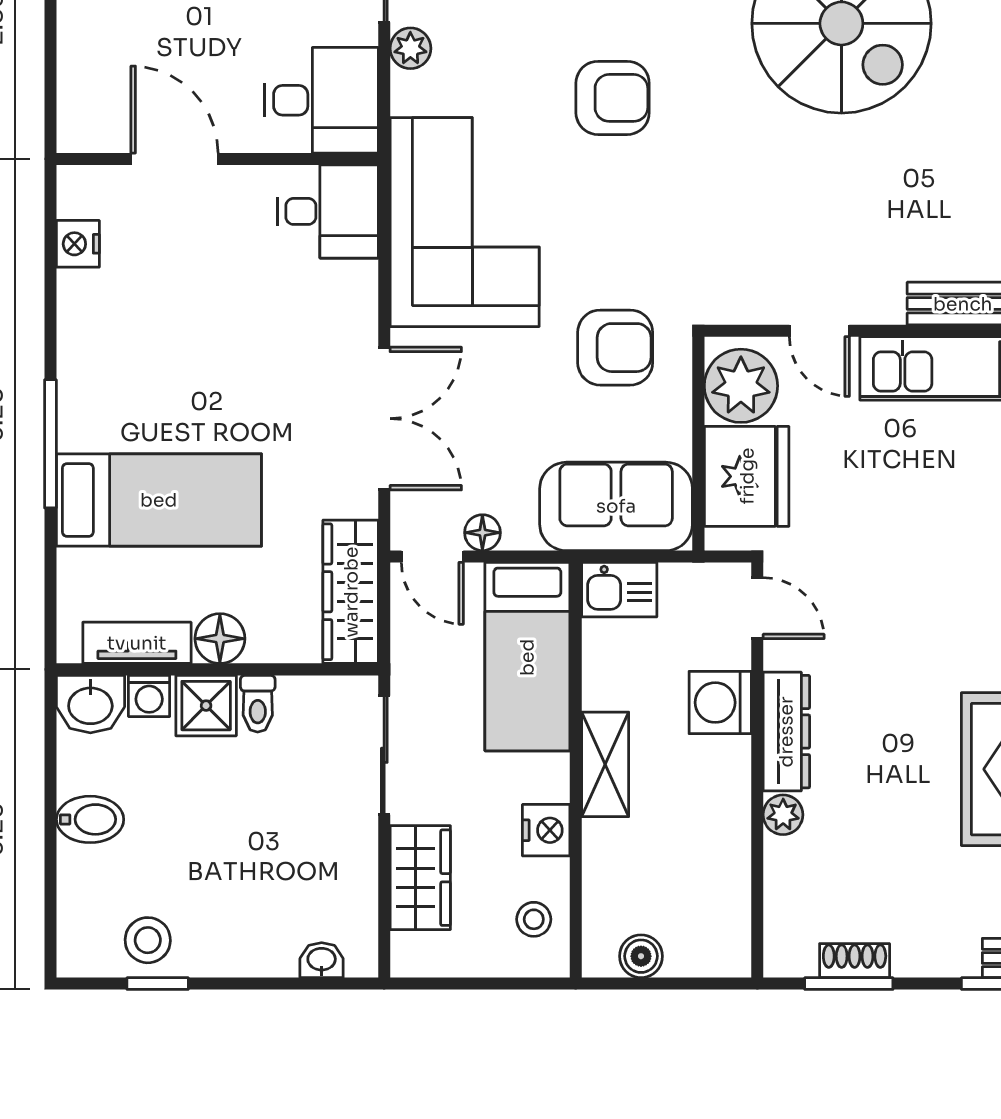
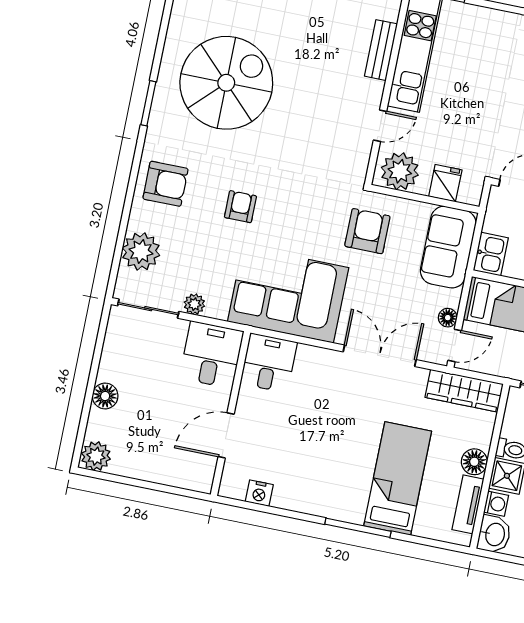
armchair: (613, 98) -> (240, 207), width x0.72, depth x0.72
fridge: (747, 476) -> (445, 183), width x0.53, depth x0.75

